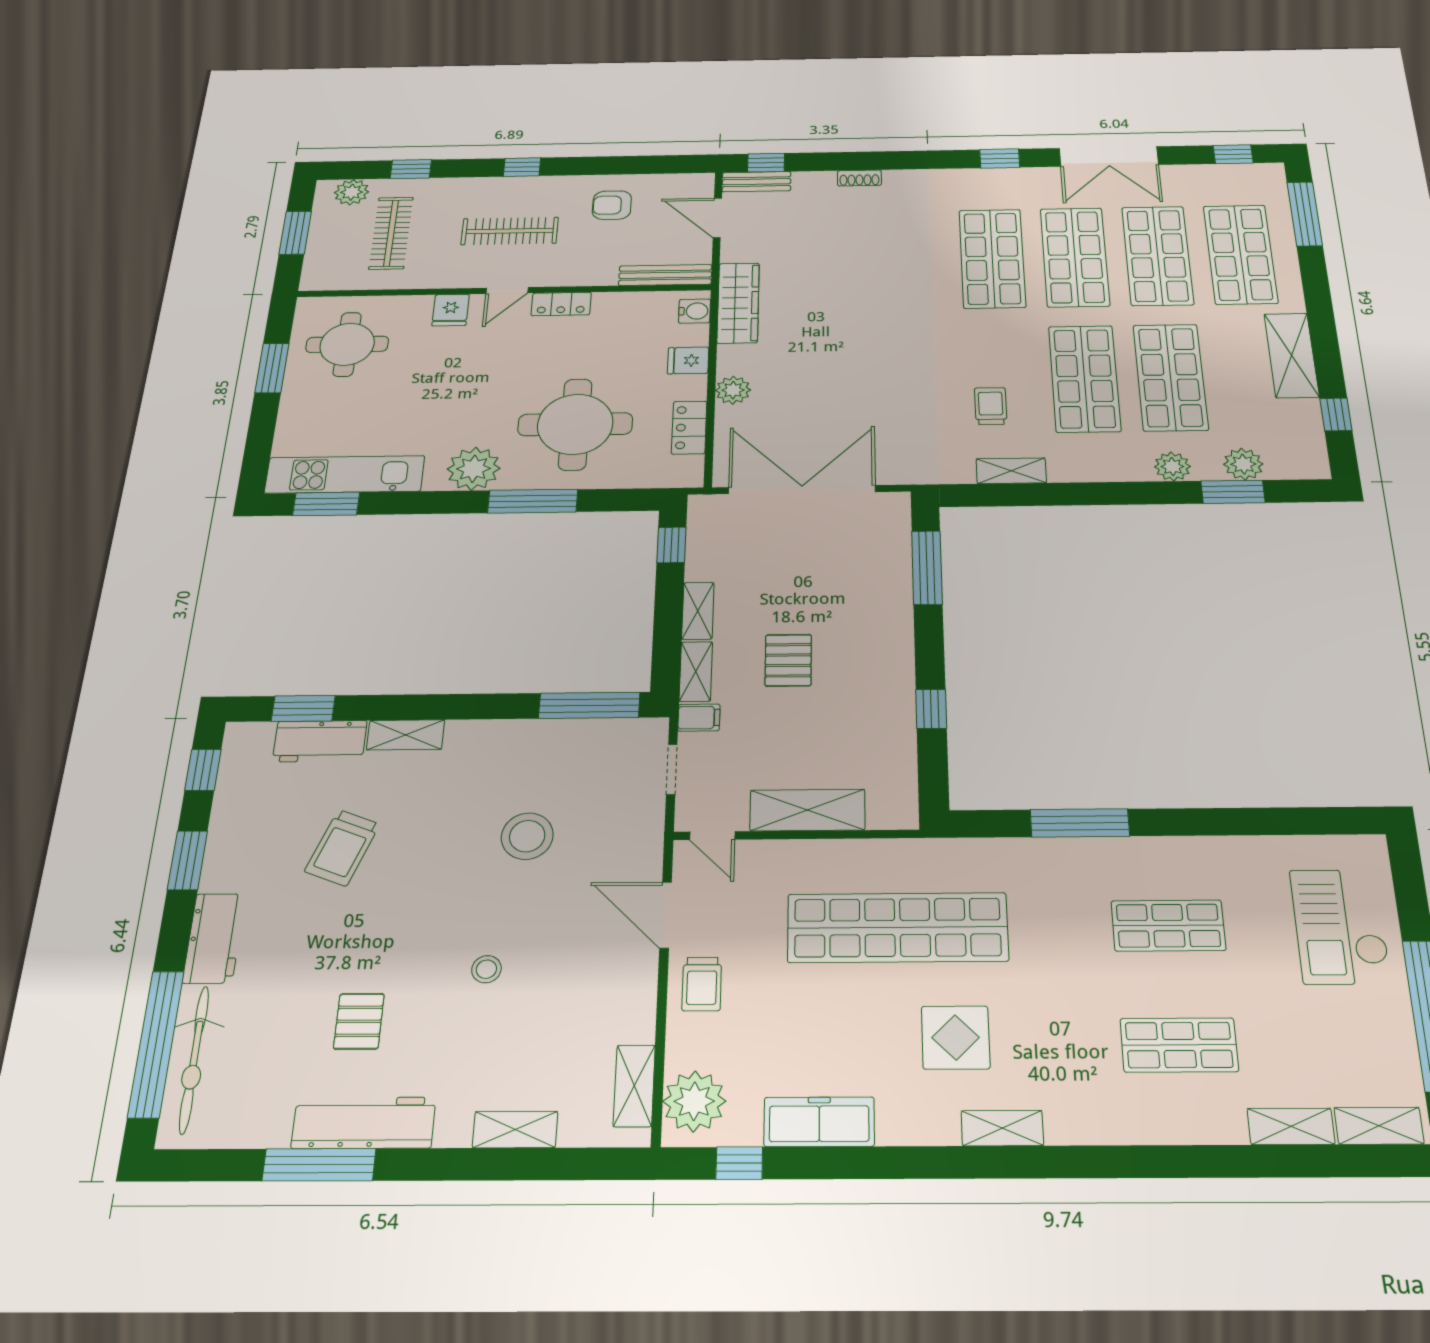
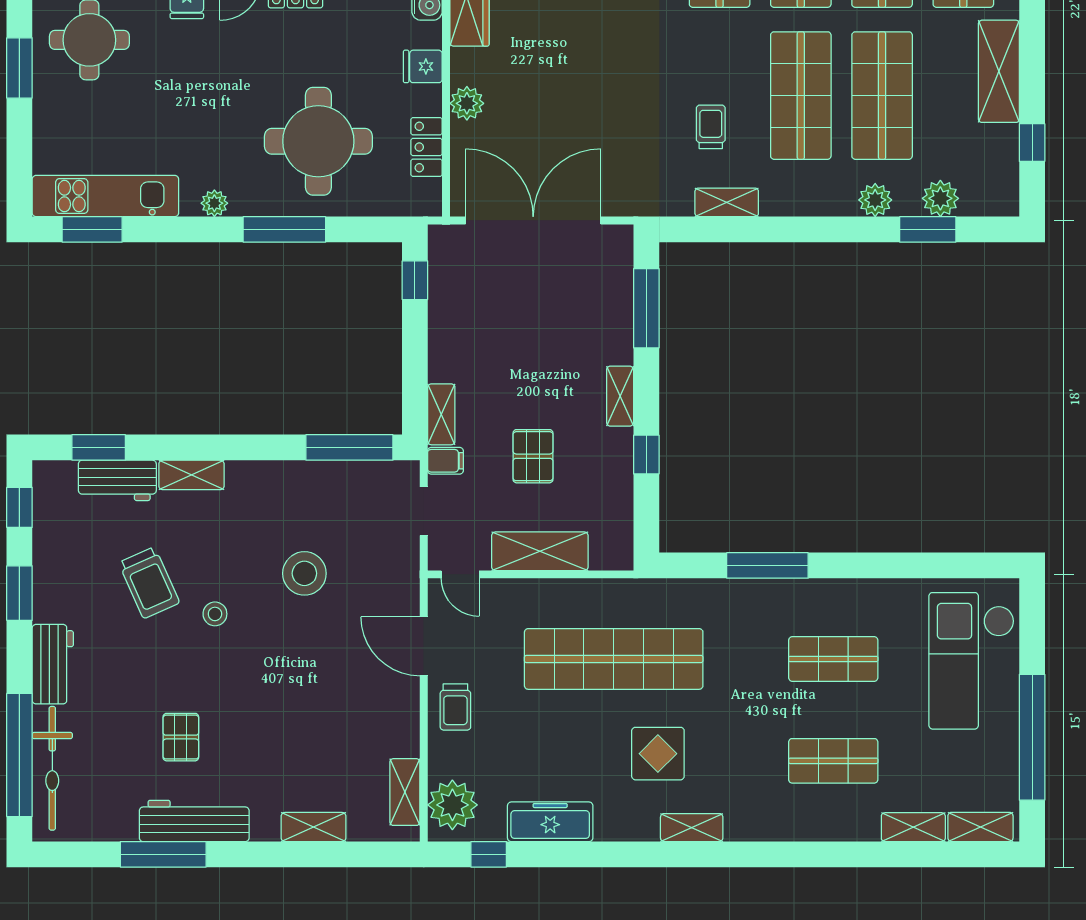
plant: (474, 469) -> (214, 203), width x0.53, depth x0.53
shelving: (698, 611) -> (620, 396), moved
pallet: (788, 660) -> (533, 456), moved
trolley: (342, 848) -> (149, 583), turned -45
checkout: (1340, 926) -> (972, 661), width x1.36, depth x1.21
stool: (486, 969) -> (215, 614), moved

